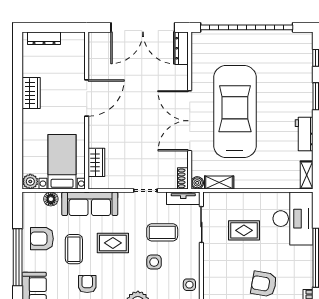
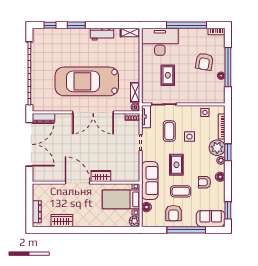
wardrobe: (31, 93) -> (62, 221), moved
wardrobe: (96, 162) -> (101, 176), moved

